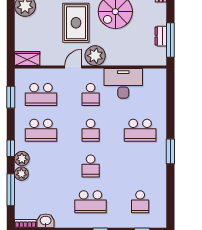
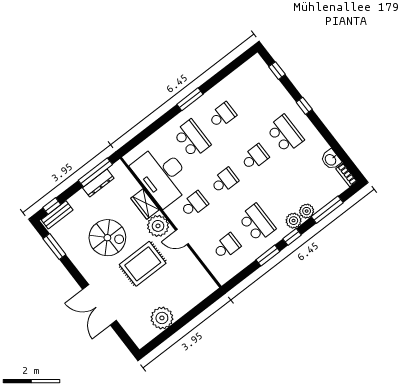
dresser: (161, 36) -> (98, 183), width x1.44
wardrobe: (27, 58) -> (145, 204), moved
desk: (123, 83) -> (162, 175), width x1.36, depth x1.30
school desk: (41, 95) -> (227, 246), width x0.54
window: (11, 97) -> (268, 256), moved
school desk: (140, 202) -> (222, 115), moved

